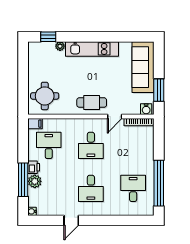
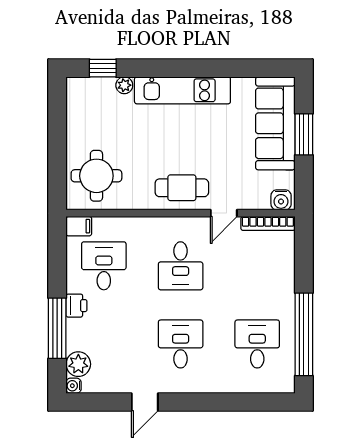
window: (159, 90) -> (304, 134), moved
plant: (35, 181) -> (78, 364), moved
desk: (91, 188) -> (181, 344), turned 180

